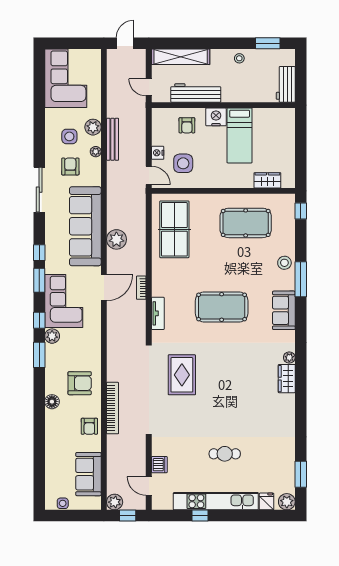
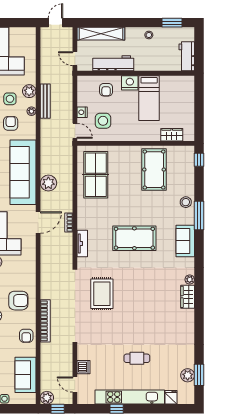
pool table: (246, 223) -> (154, 170), turned 90
plant: (287, 502) -> (188, 375), moved

